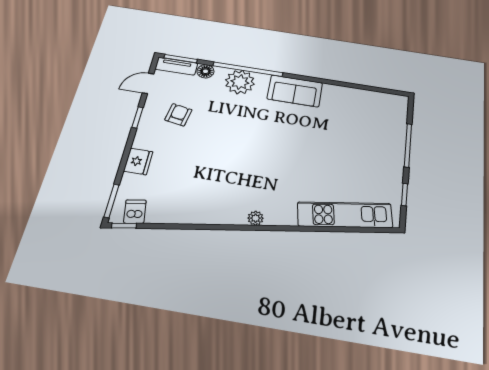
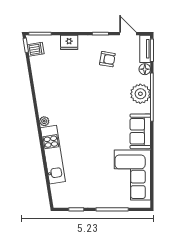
corner sofa: (358, 111) -> (132, 175), added
kitchen unit: (345, 215) -> (53, 155), moved

